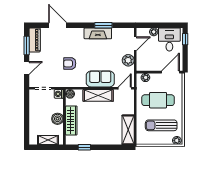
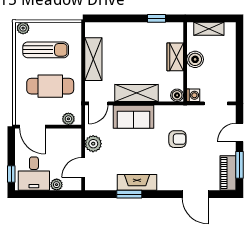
door: (171, 72) -> (32, 127), hinge flipped
wardrobe: (71, 120) -> (175, 57), width x0.67
shelving: (128, 130) -> (93, 59), moved

